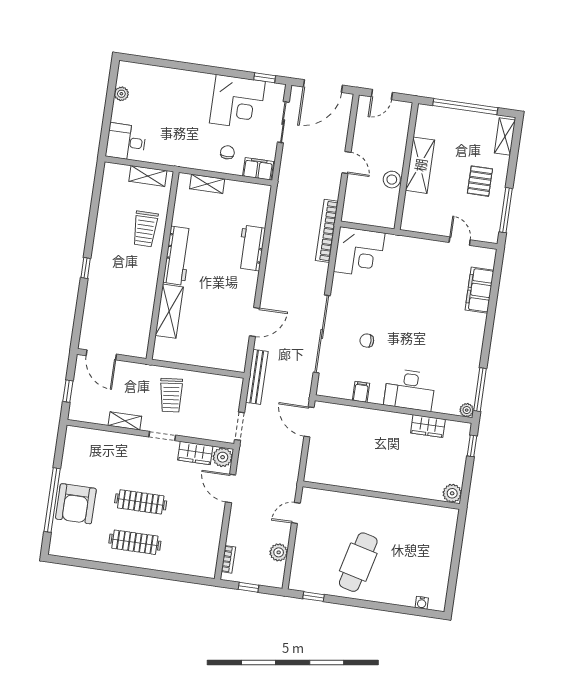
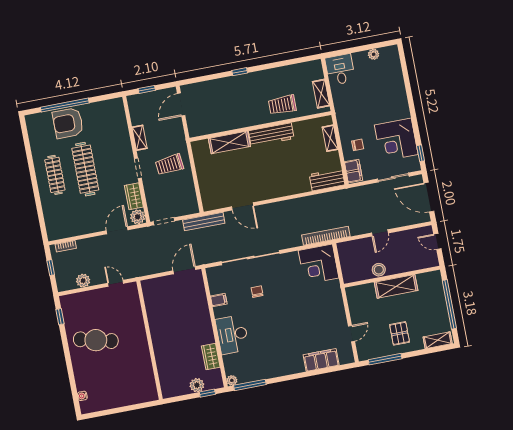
pallet: (480, 181) -> (400, 333), turned 90
workbench: (251, 248) -> (327, 180), moved
plant: (452, 493) -> (197, 385), moved
clothes rail: (141, 502) -> (85, 169), width x1.37, depth x1.31

